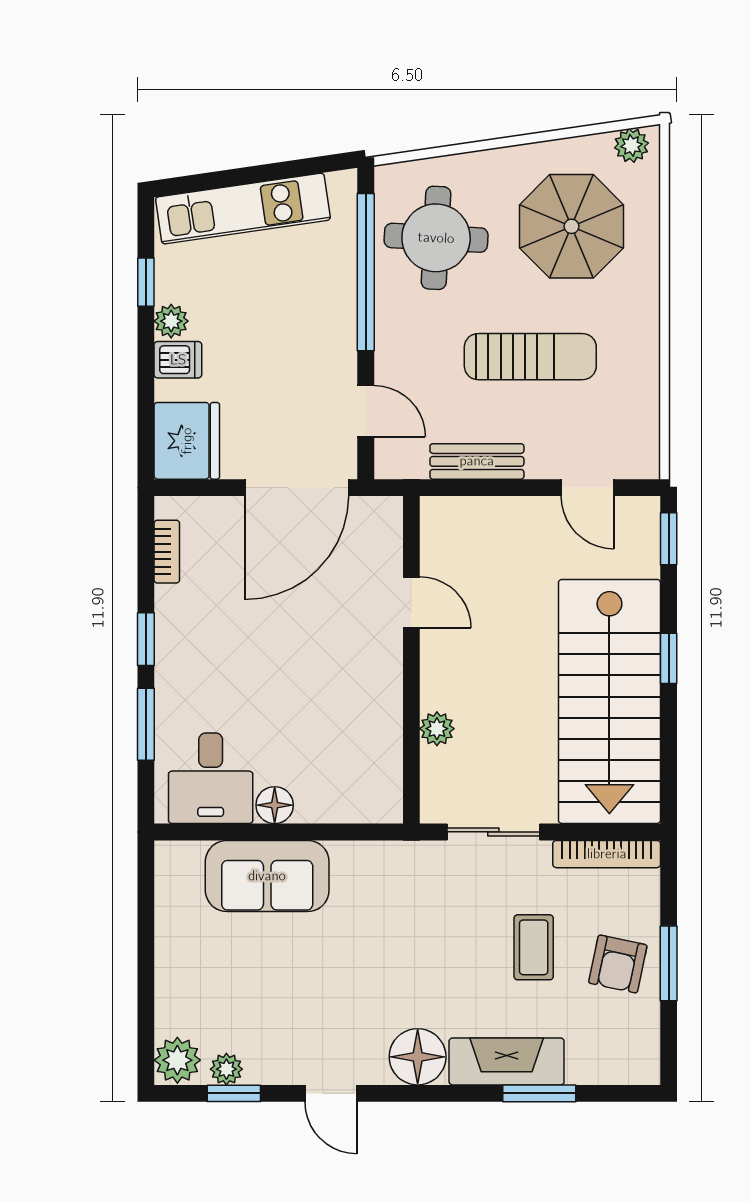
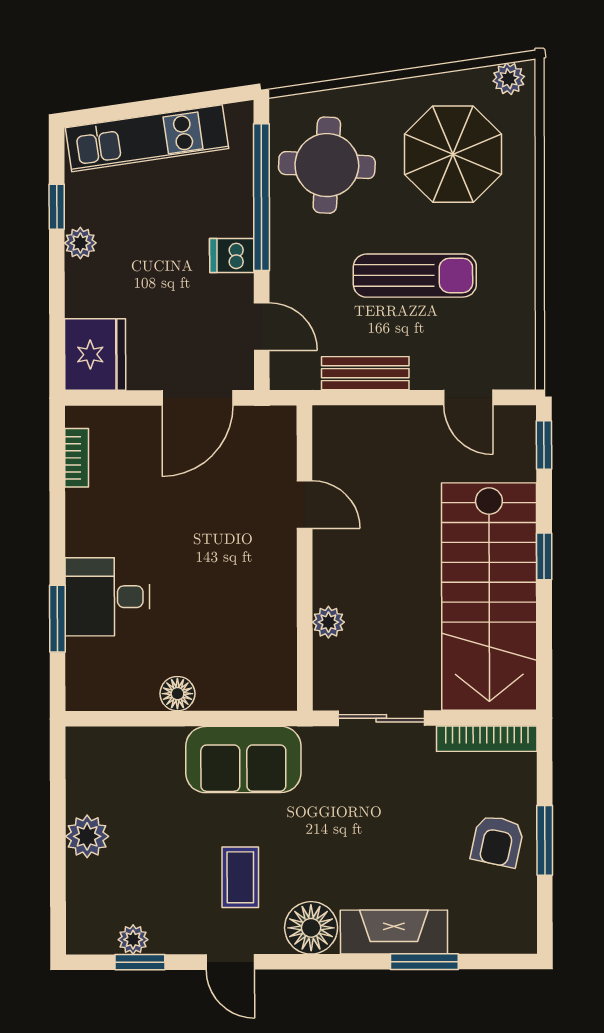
dishwasher: (178, 360) -> (232, 256), moved, turned 180
door: (297, 488) -> (197, 398), width x0.73
window: (146, 639) -> (57, 539), removed
desk: (211, 778) -> (107, 597), moved, turned 90
sofa: (267, 876) -> (243, 760), moved
coffee table: (534, 947) -> (240, 877), moved
plant: (177, 1060) -> (87, 836), moved

